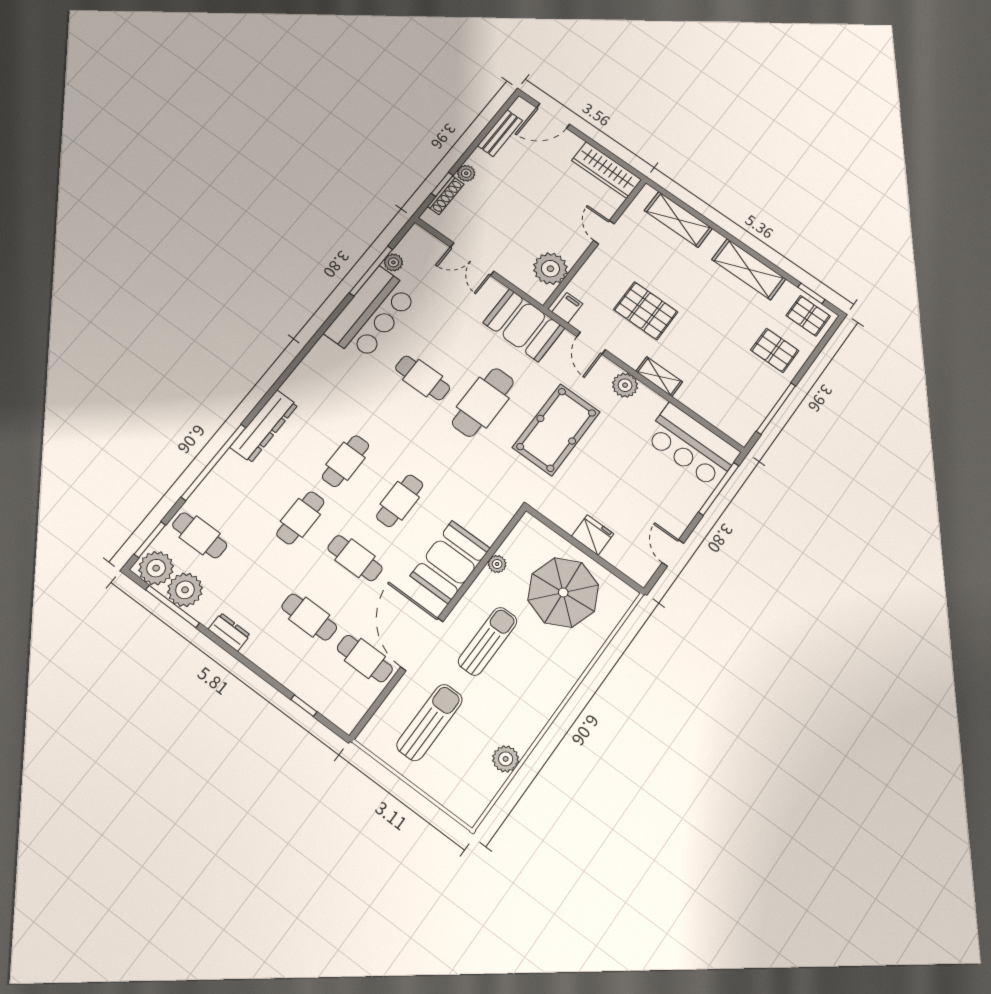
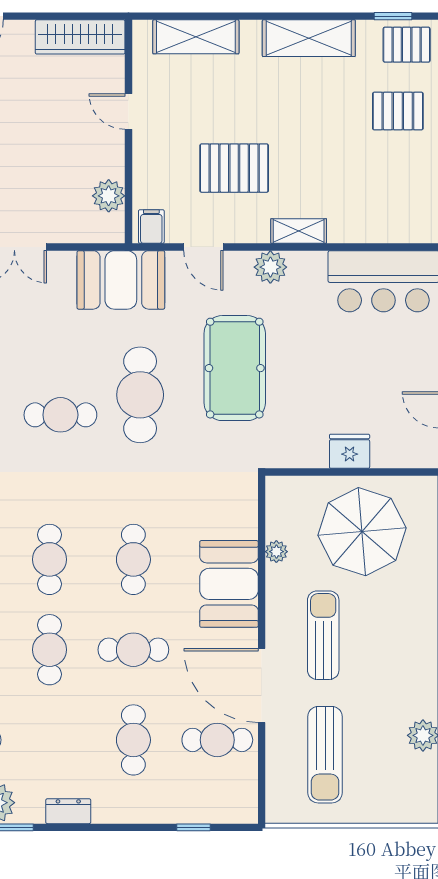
plant: (550, 269) -> (109, 196), width x0.73, depth x0.73
cafe table: (309, 617) -> (133, 740), turned 90
sun lounger: (430, 722) -> (325, 755), turned 180

